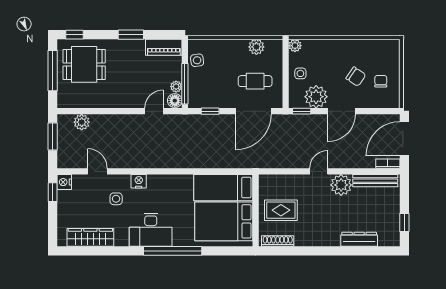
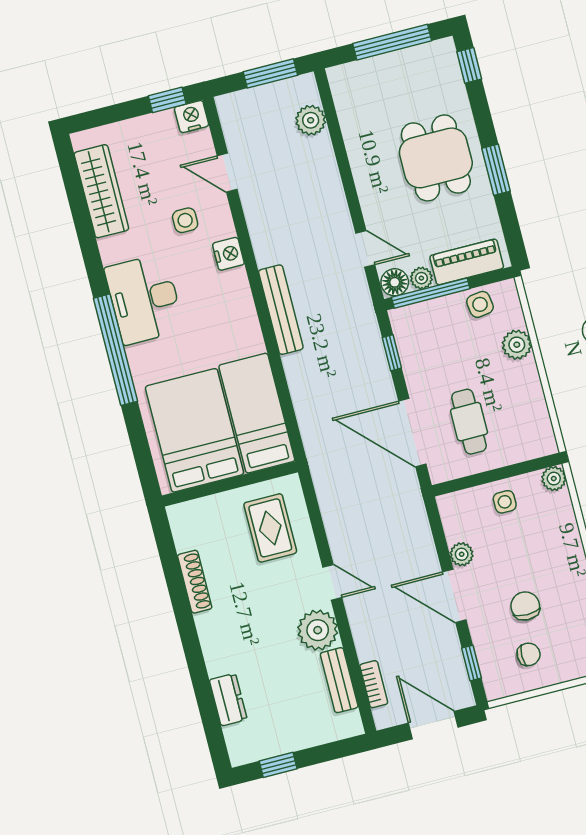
piano: (164, 47) -> (467, 262), moved, turned 90
plant: (256, 47) -> (517, 345), moved
dining table: (84, 64) -> (436, 158), moved
chair: (356, 77) -> (525, 606), turned 146
plant: (316, 97) -> (462, 554), width x0.53, depth x0.53
window: (302, 111) -> (472, 663), moved
door: (404, 139) -> (433, 725), width x0.73
bench: (174, 162) -> (281, 310), added
bookcase: (388, 164) -> (374, 684), moved
door: (97, 171) -> (227, 173), swing flipped
bench: (375, 181) -> (339, 680), width x0.73
rug: (281, 210) -> (270, 528), moved
dresser: (359, 239) -> (228, 700), width x0.70
shoe rack: (278, 241) -> (195, 582), moved

